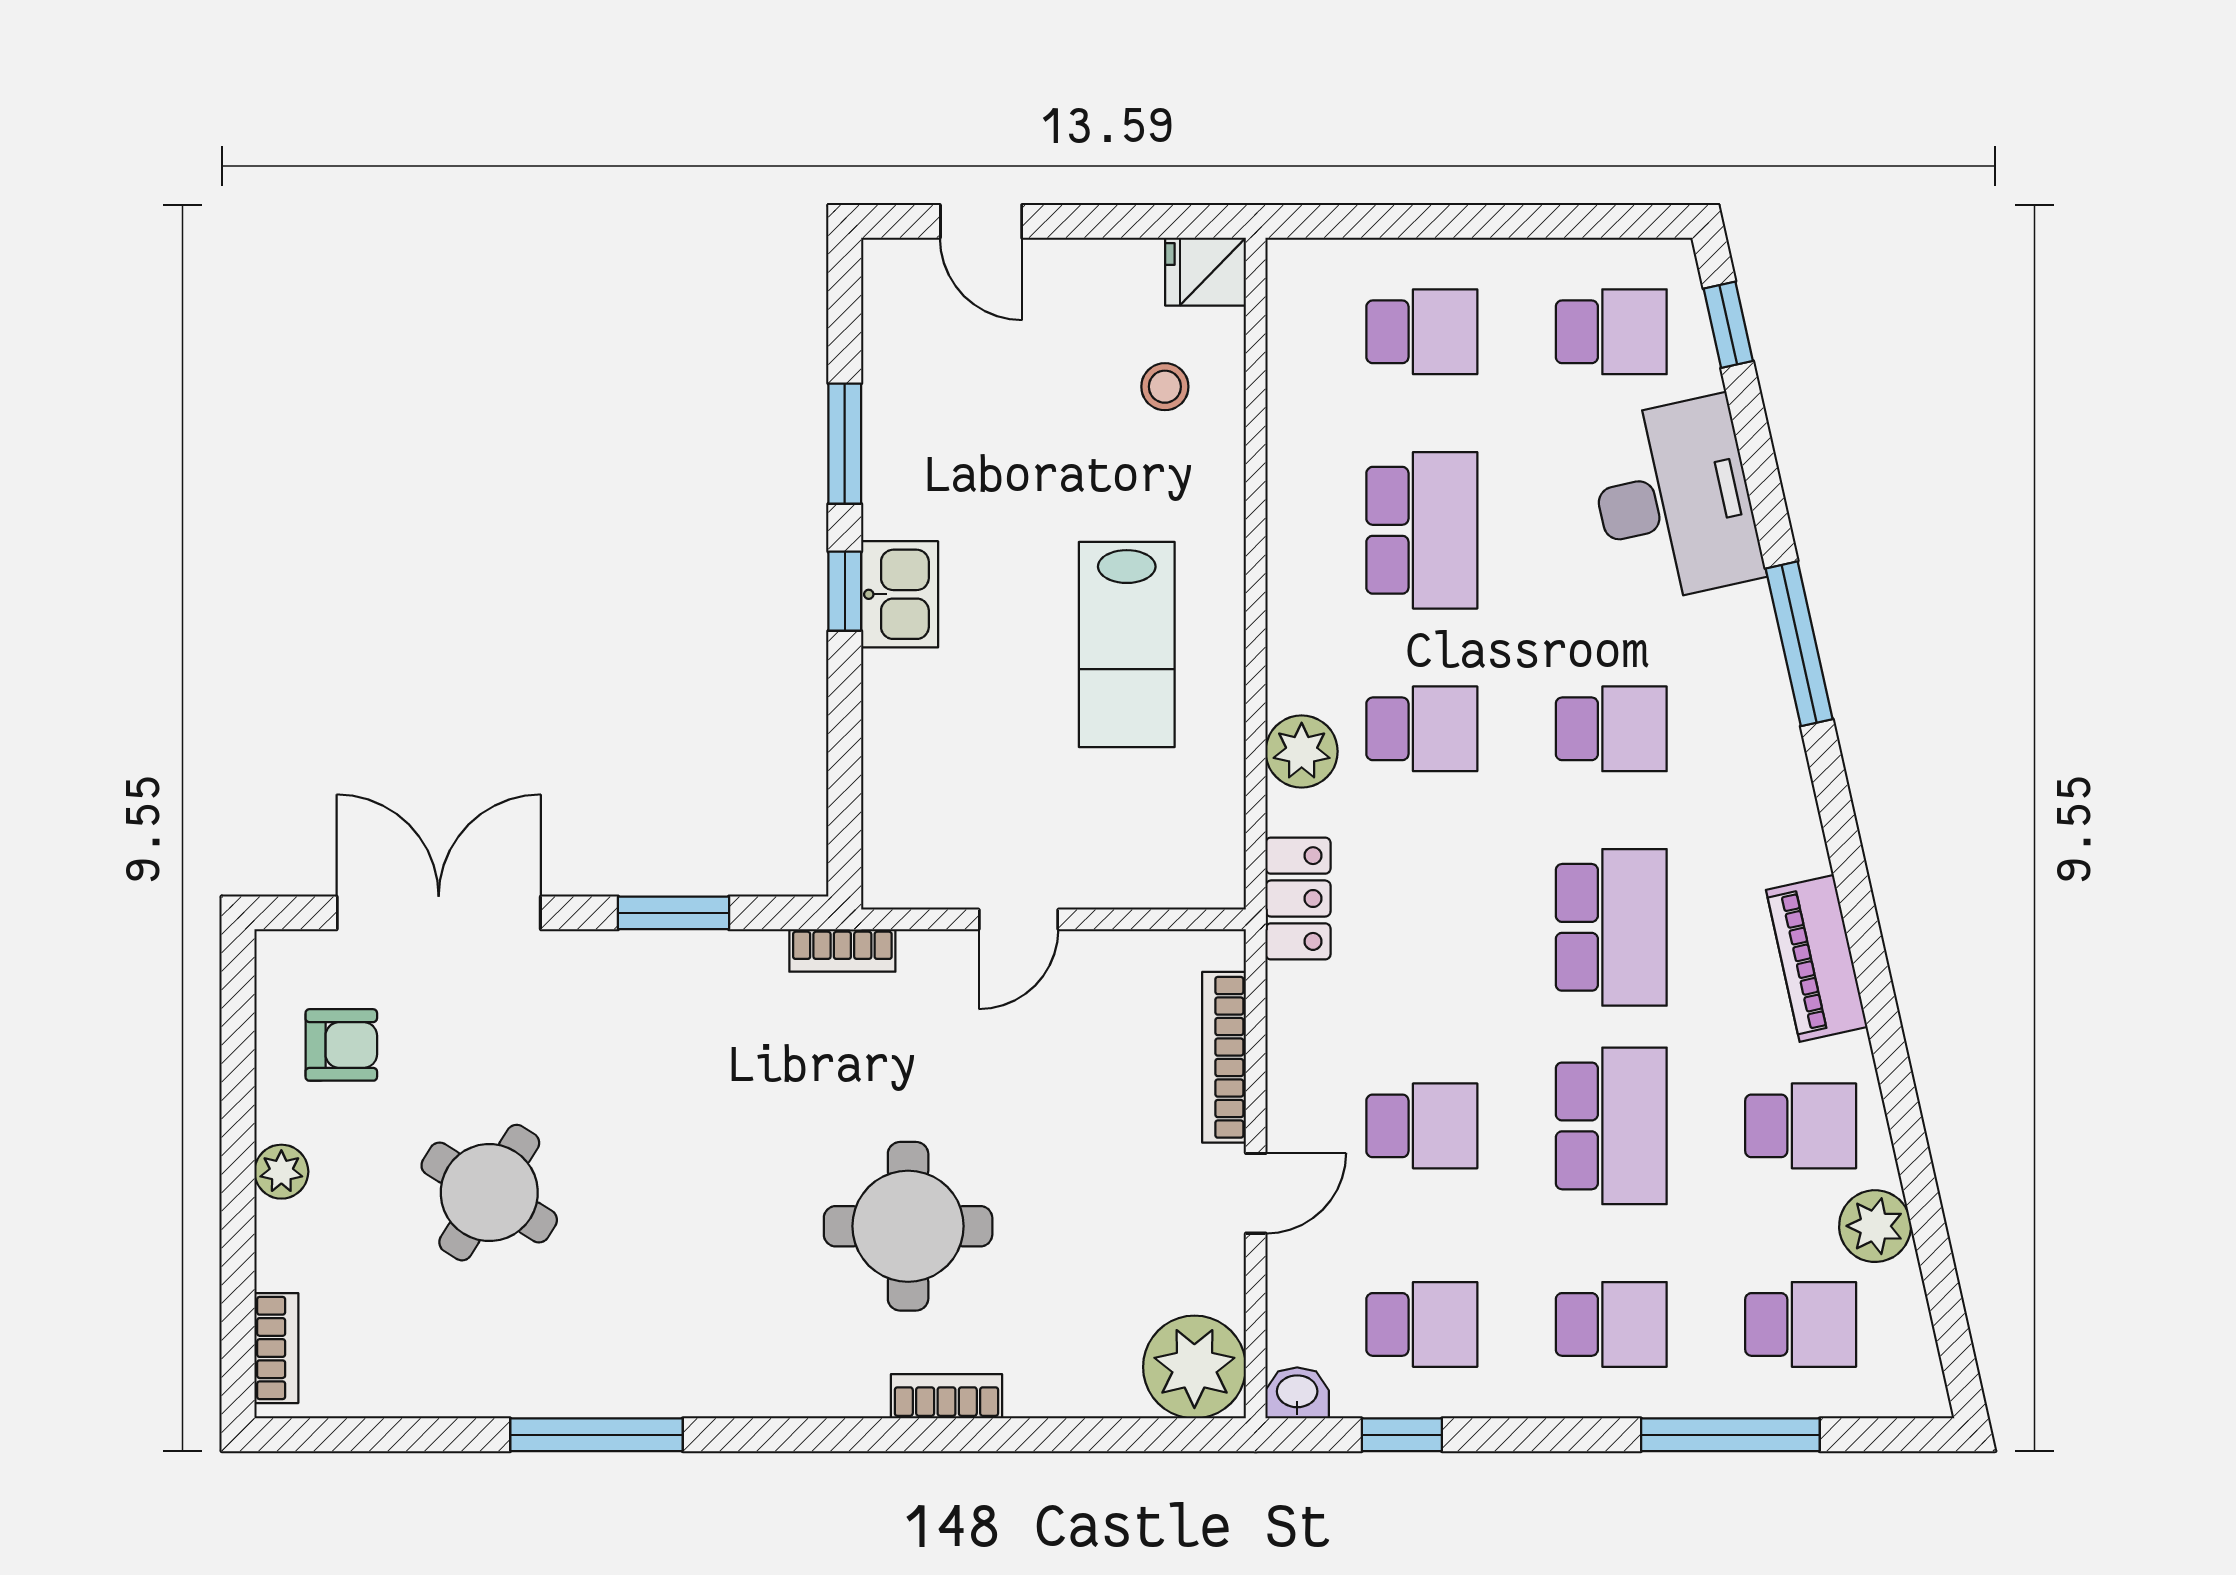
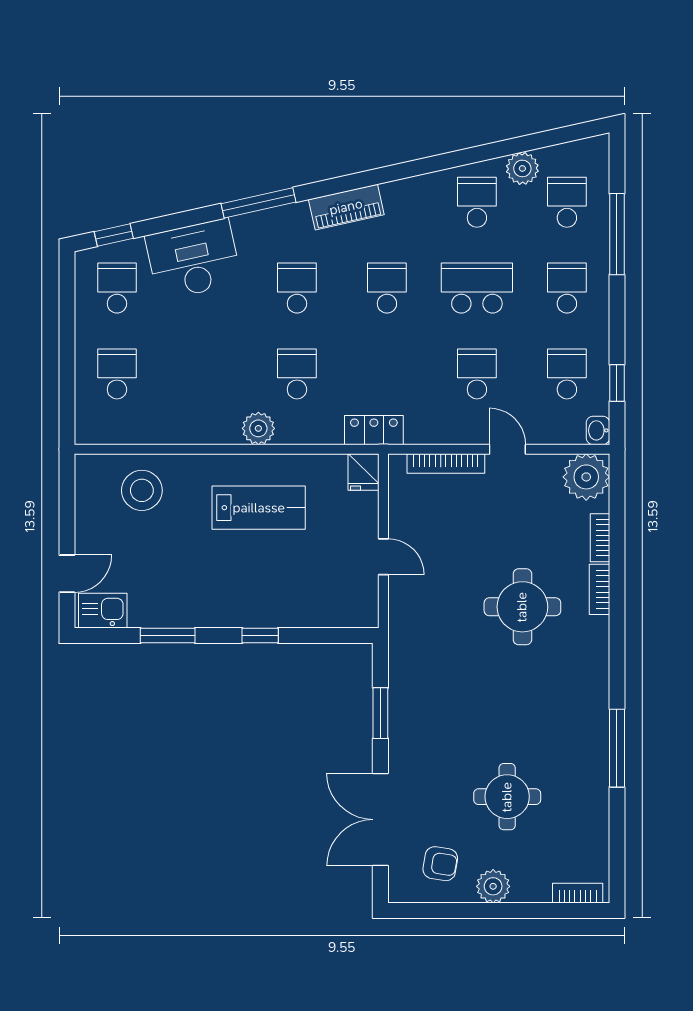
fridge: (1205, 272) -> (364, 472), moved
stool: (1165, 387) -> (142, 490), width x1.89, depth x1.89
school desk: (1422, 530) -> (207, 374), removed
window: (845, 591) -> (260, 635), moved
kitchen sink: (900, 594) -> (103, 611), moved
plant: (1302, 751) -> (258, 428), moved
school desk: (1611, 927) -> (387, 288), width x0.54
bookcase: (842, 950) -> (600, 538), moved, turned 180
piano: (1817, 958) -> (346, 207), moved
armchair: (341, 1045) -> (440, 864), turned 99
plant: (281, 1172) -> (493, 886), width x1.38, depth x1.38
round table: (489, 1193) -> (507, 797), turned -32

